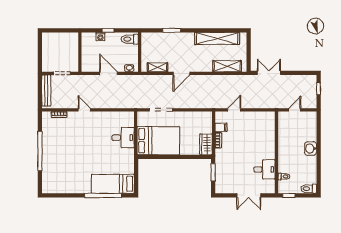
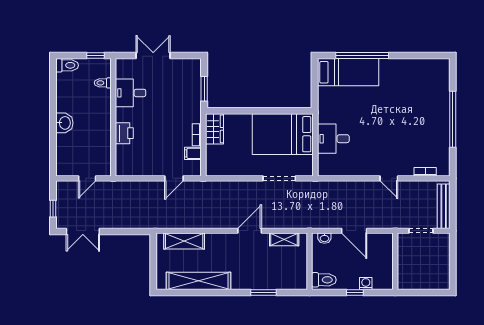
double door: (269, 73) -> (83, 231), moved
printer: (269, 141) -> (124, 133), added

